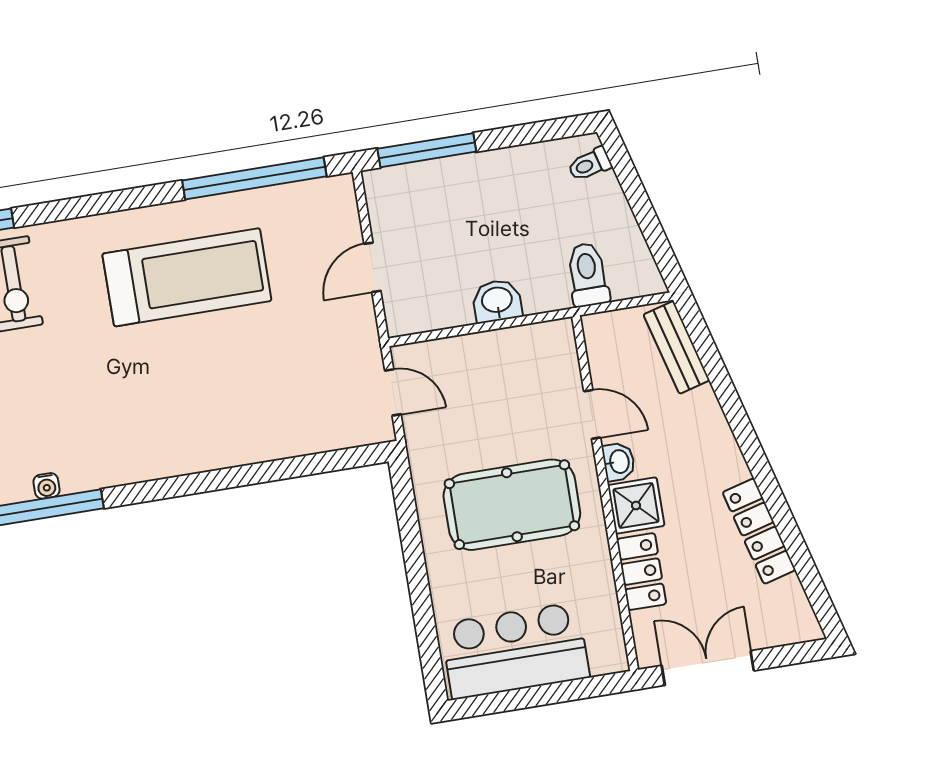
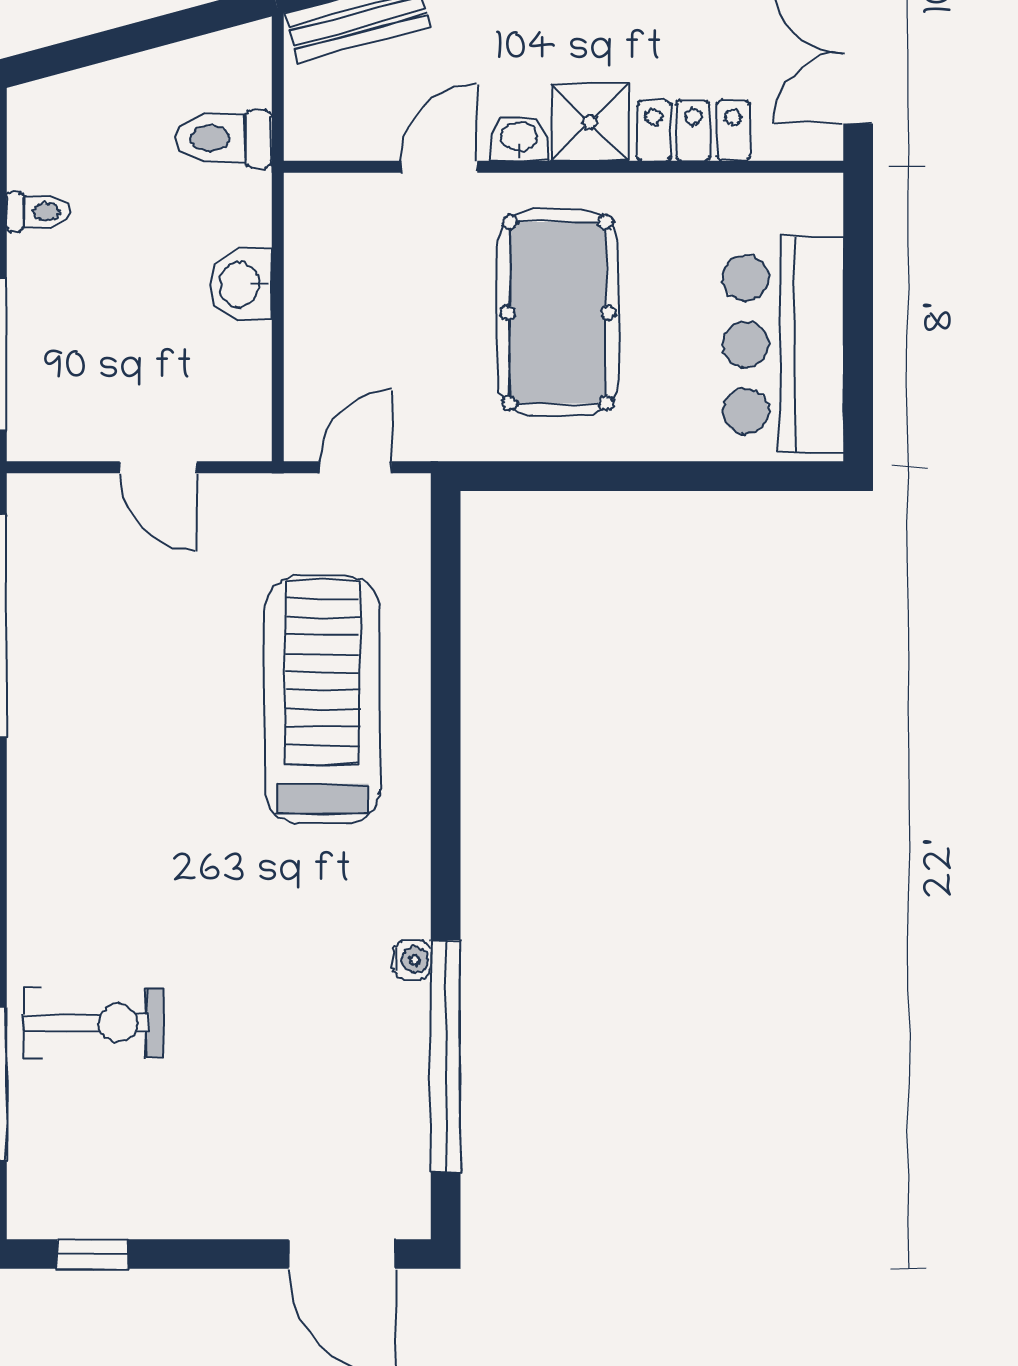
toilet: (590, 164) -> (38, 212), moved, turned -75
treadmill: (187, 277) -> (322, 700), moved
water cooler: (46, 486) -> (412, 960), moved

